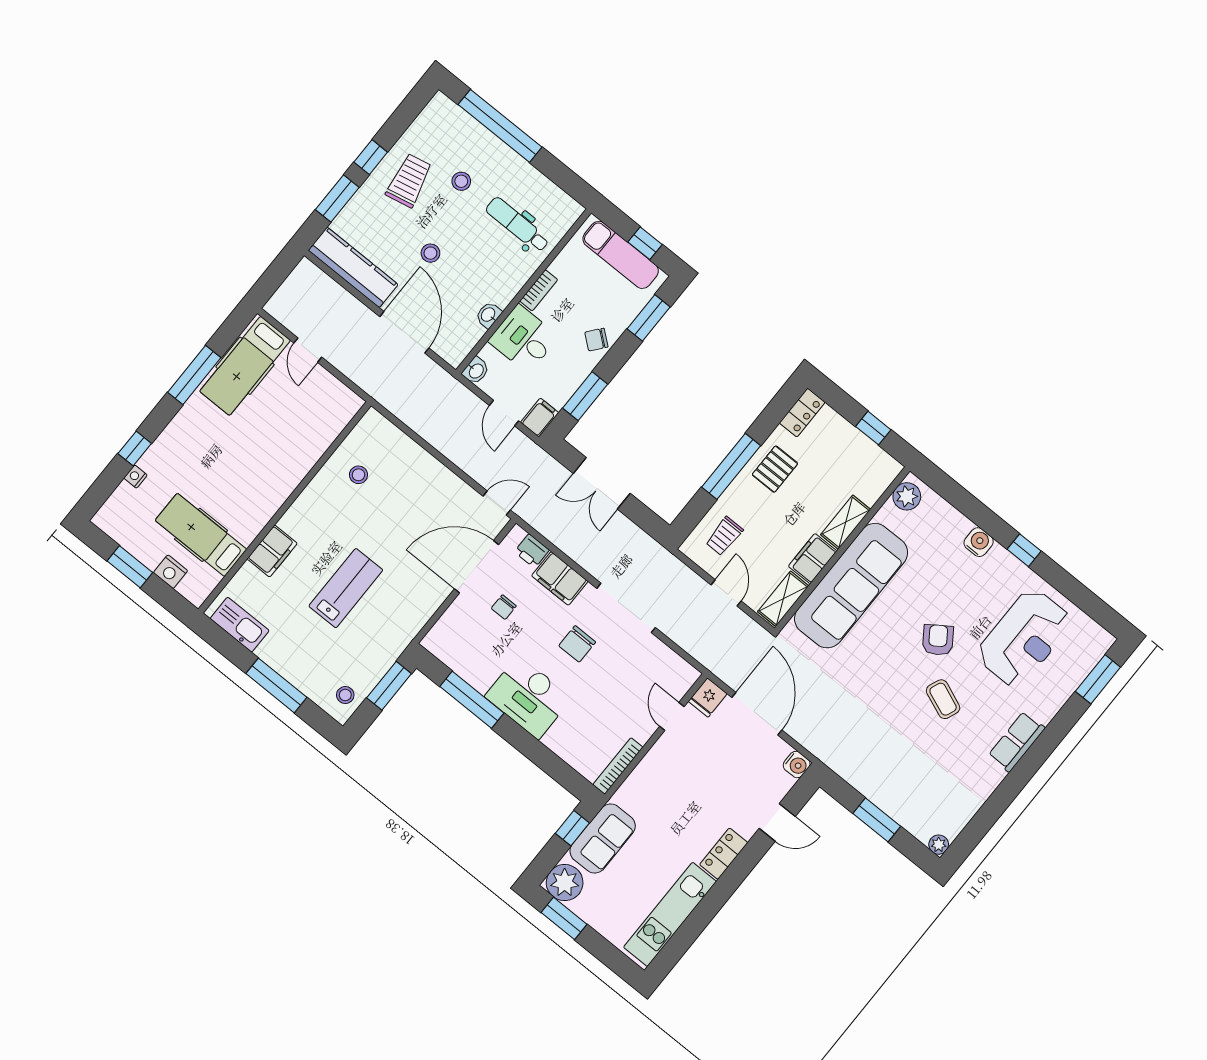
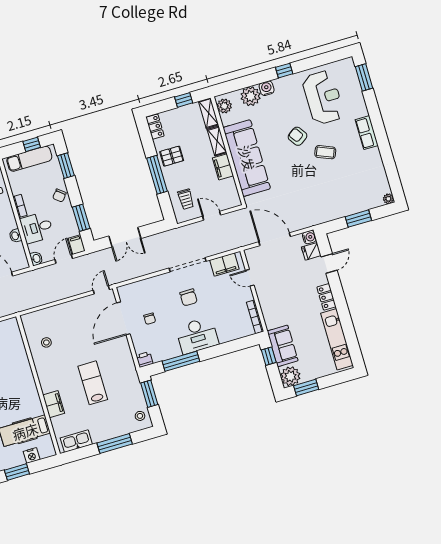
door: (504, 413) -> (64, 259), swing flipped
pallet: (775, 469) -> (172, 156), turned 90
plant: (949, 526) -> (251, 96), added
printer: (532, 551) -> (145, 360), moved, turned 180
filing cabinet: (560, 578) -> (224, 264), moved
shelving: (783, 599) -> (209, 113), moved
fridge: (708, 697) -> (311, 251), moved, turned 90

